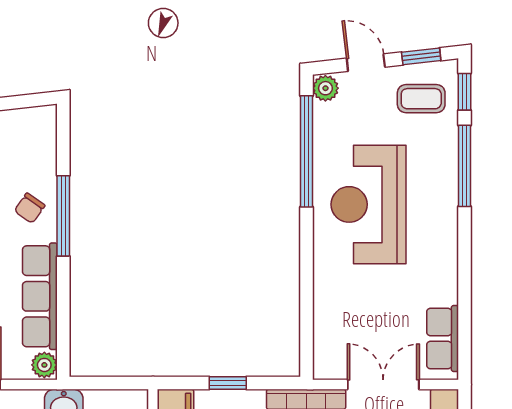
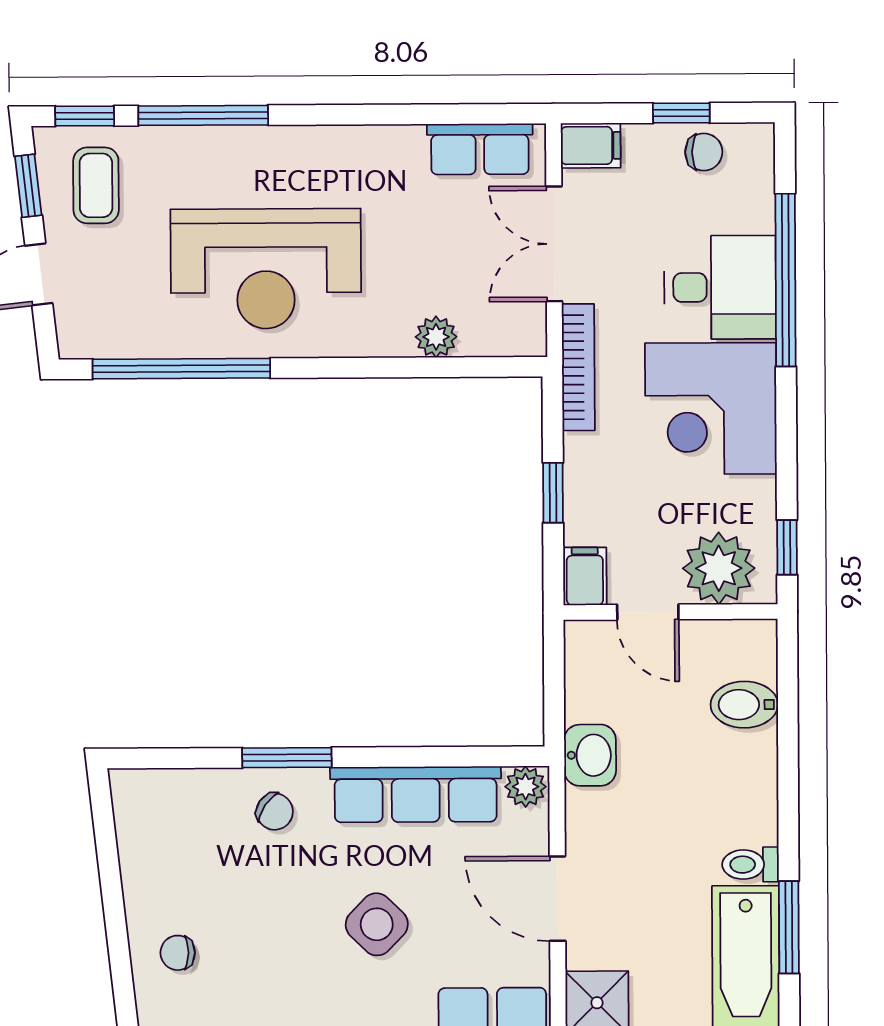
plant: (325, 88) -> (436, 337), moved
window: (63, 216) -> (287, 758), width x0.69

